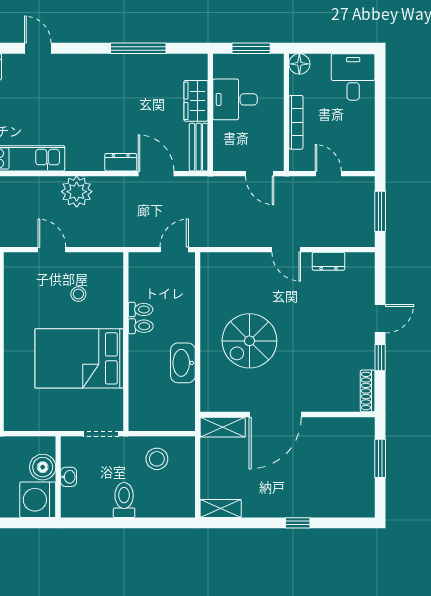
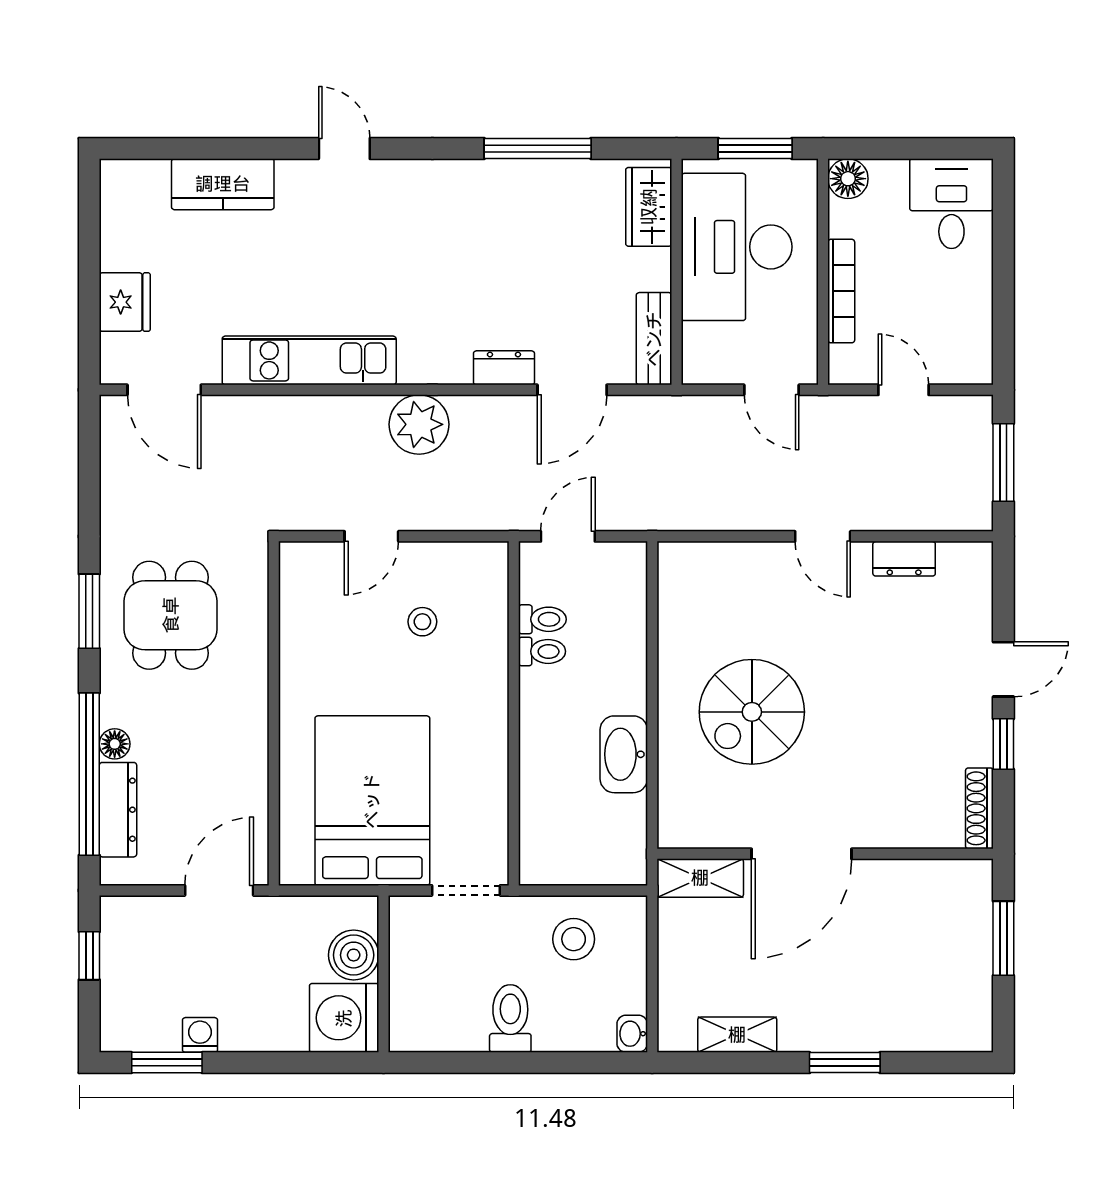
desk: (235, 99) -> (737, 247), width x1.87, depth x1.30
wardrobe: (196, 101) -> (649, 207), moved
door: (156, 174) -> (572, 390), swing flipped
door: (52, 250) -> (371, 536), swing flipped
door: (174, 250) -> (568, 536), moved
toilet: (141, 326) -> (542, 619), moved
bed: (79, 358) -> (372, 801), moved, turned 90
washbasin: (69, 477) -> (632, 1034), moved, turned 180
shelving: (221, 508) -> (737, 1035), moved
window: (298, 523) -> (845, 1063), width x1.50

